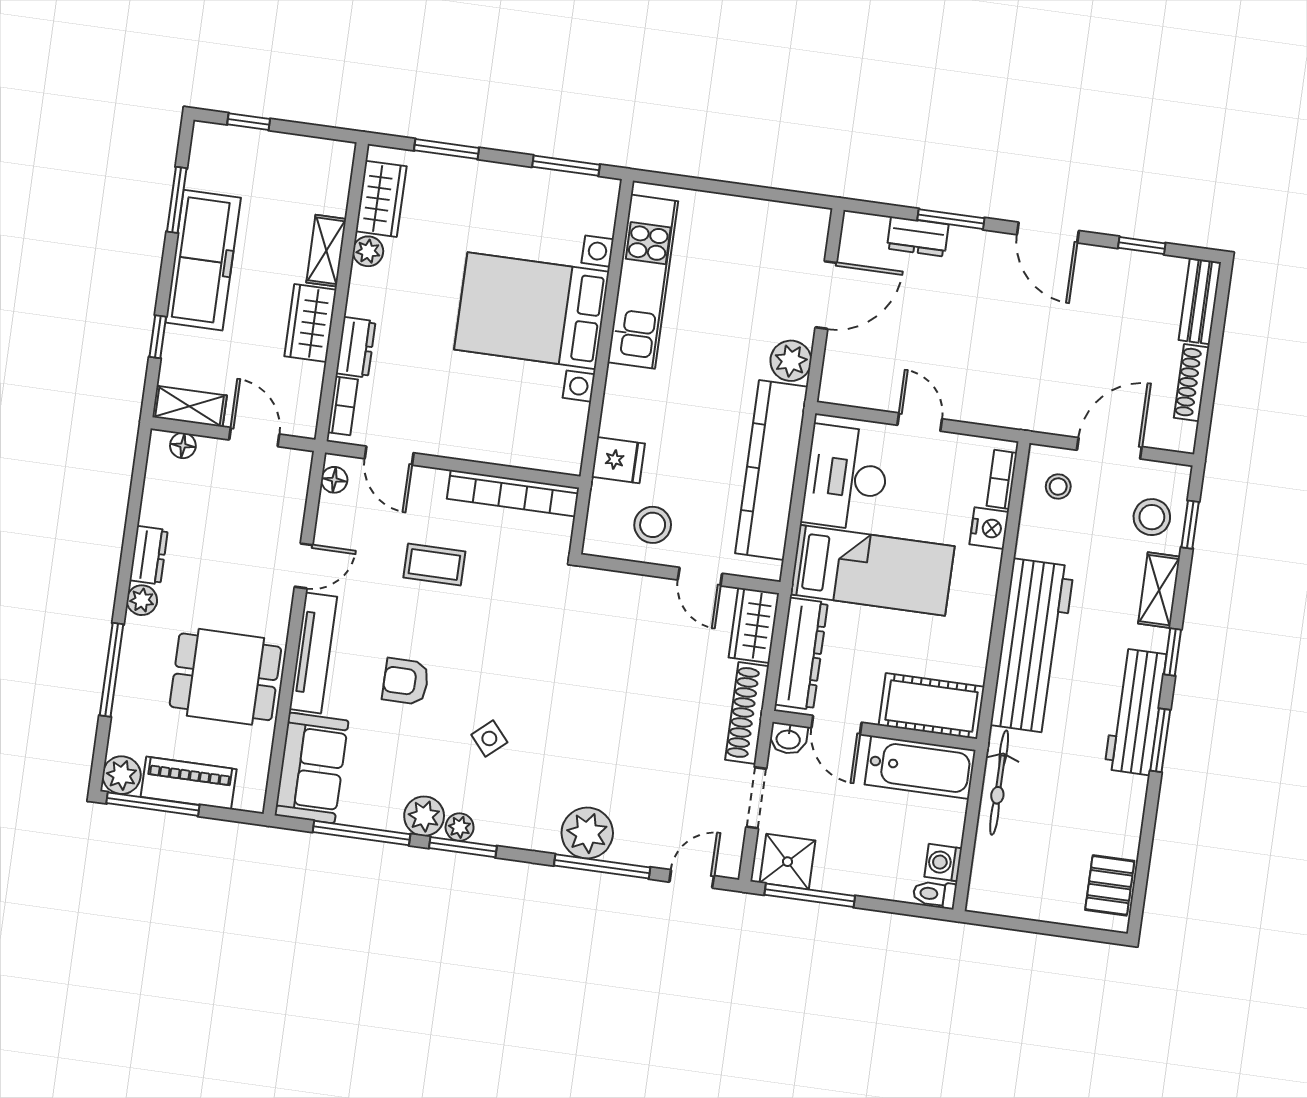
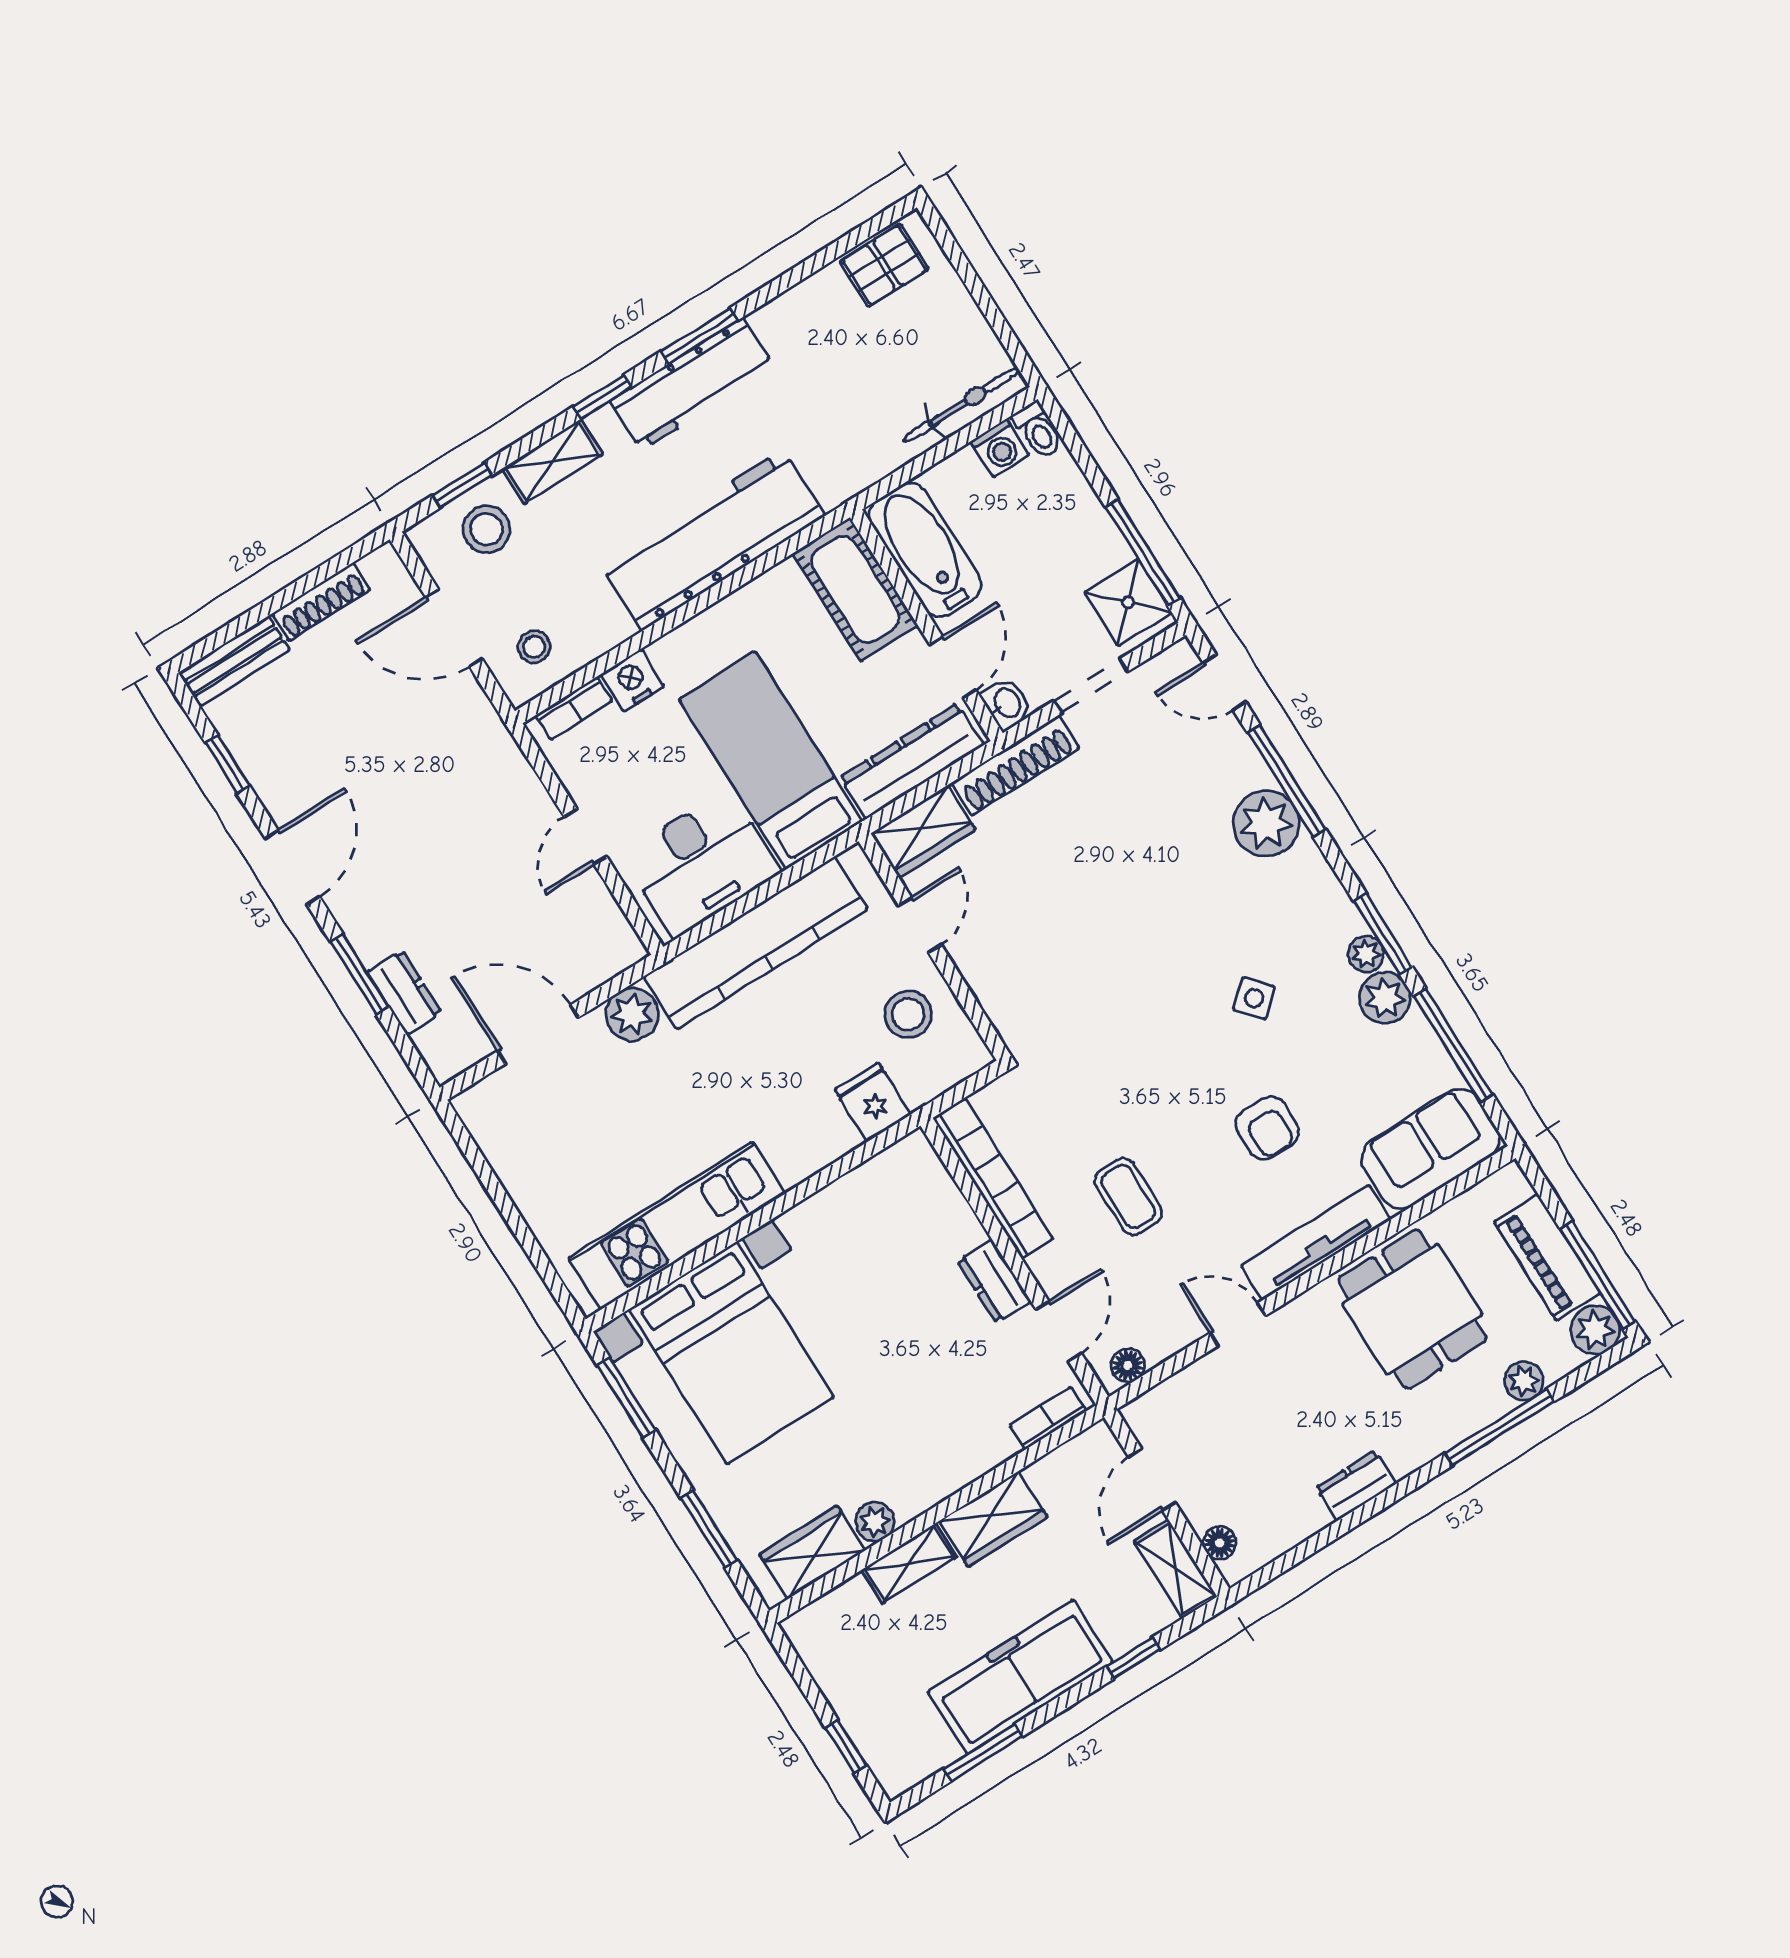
bed with nightstands: (532, 311) -> (731, 1353), moved
dresser: (356, 347) -> (994, 1281), moved, turned -90
plant: (142, 600) -> (1524, 1381), moved
bicycle: (999, 783) -> (961, 405), moved

